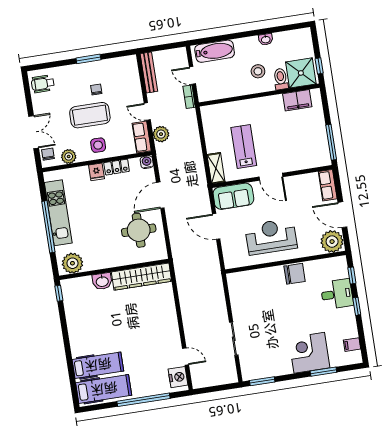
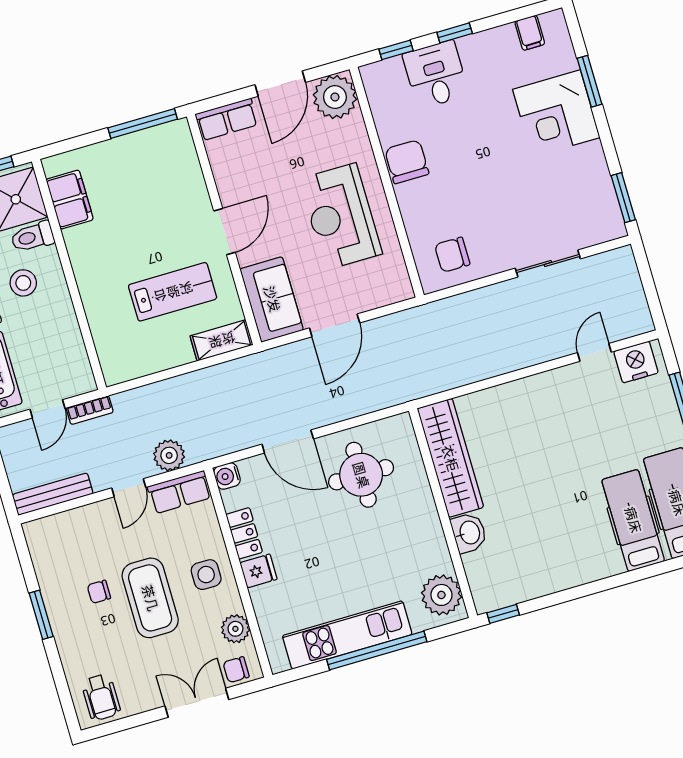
lab bench: (244, 146) -> (173, 292), turned 180
chair: (244, 291) -> (452, 255), added

